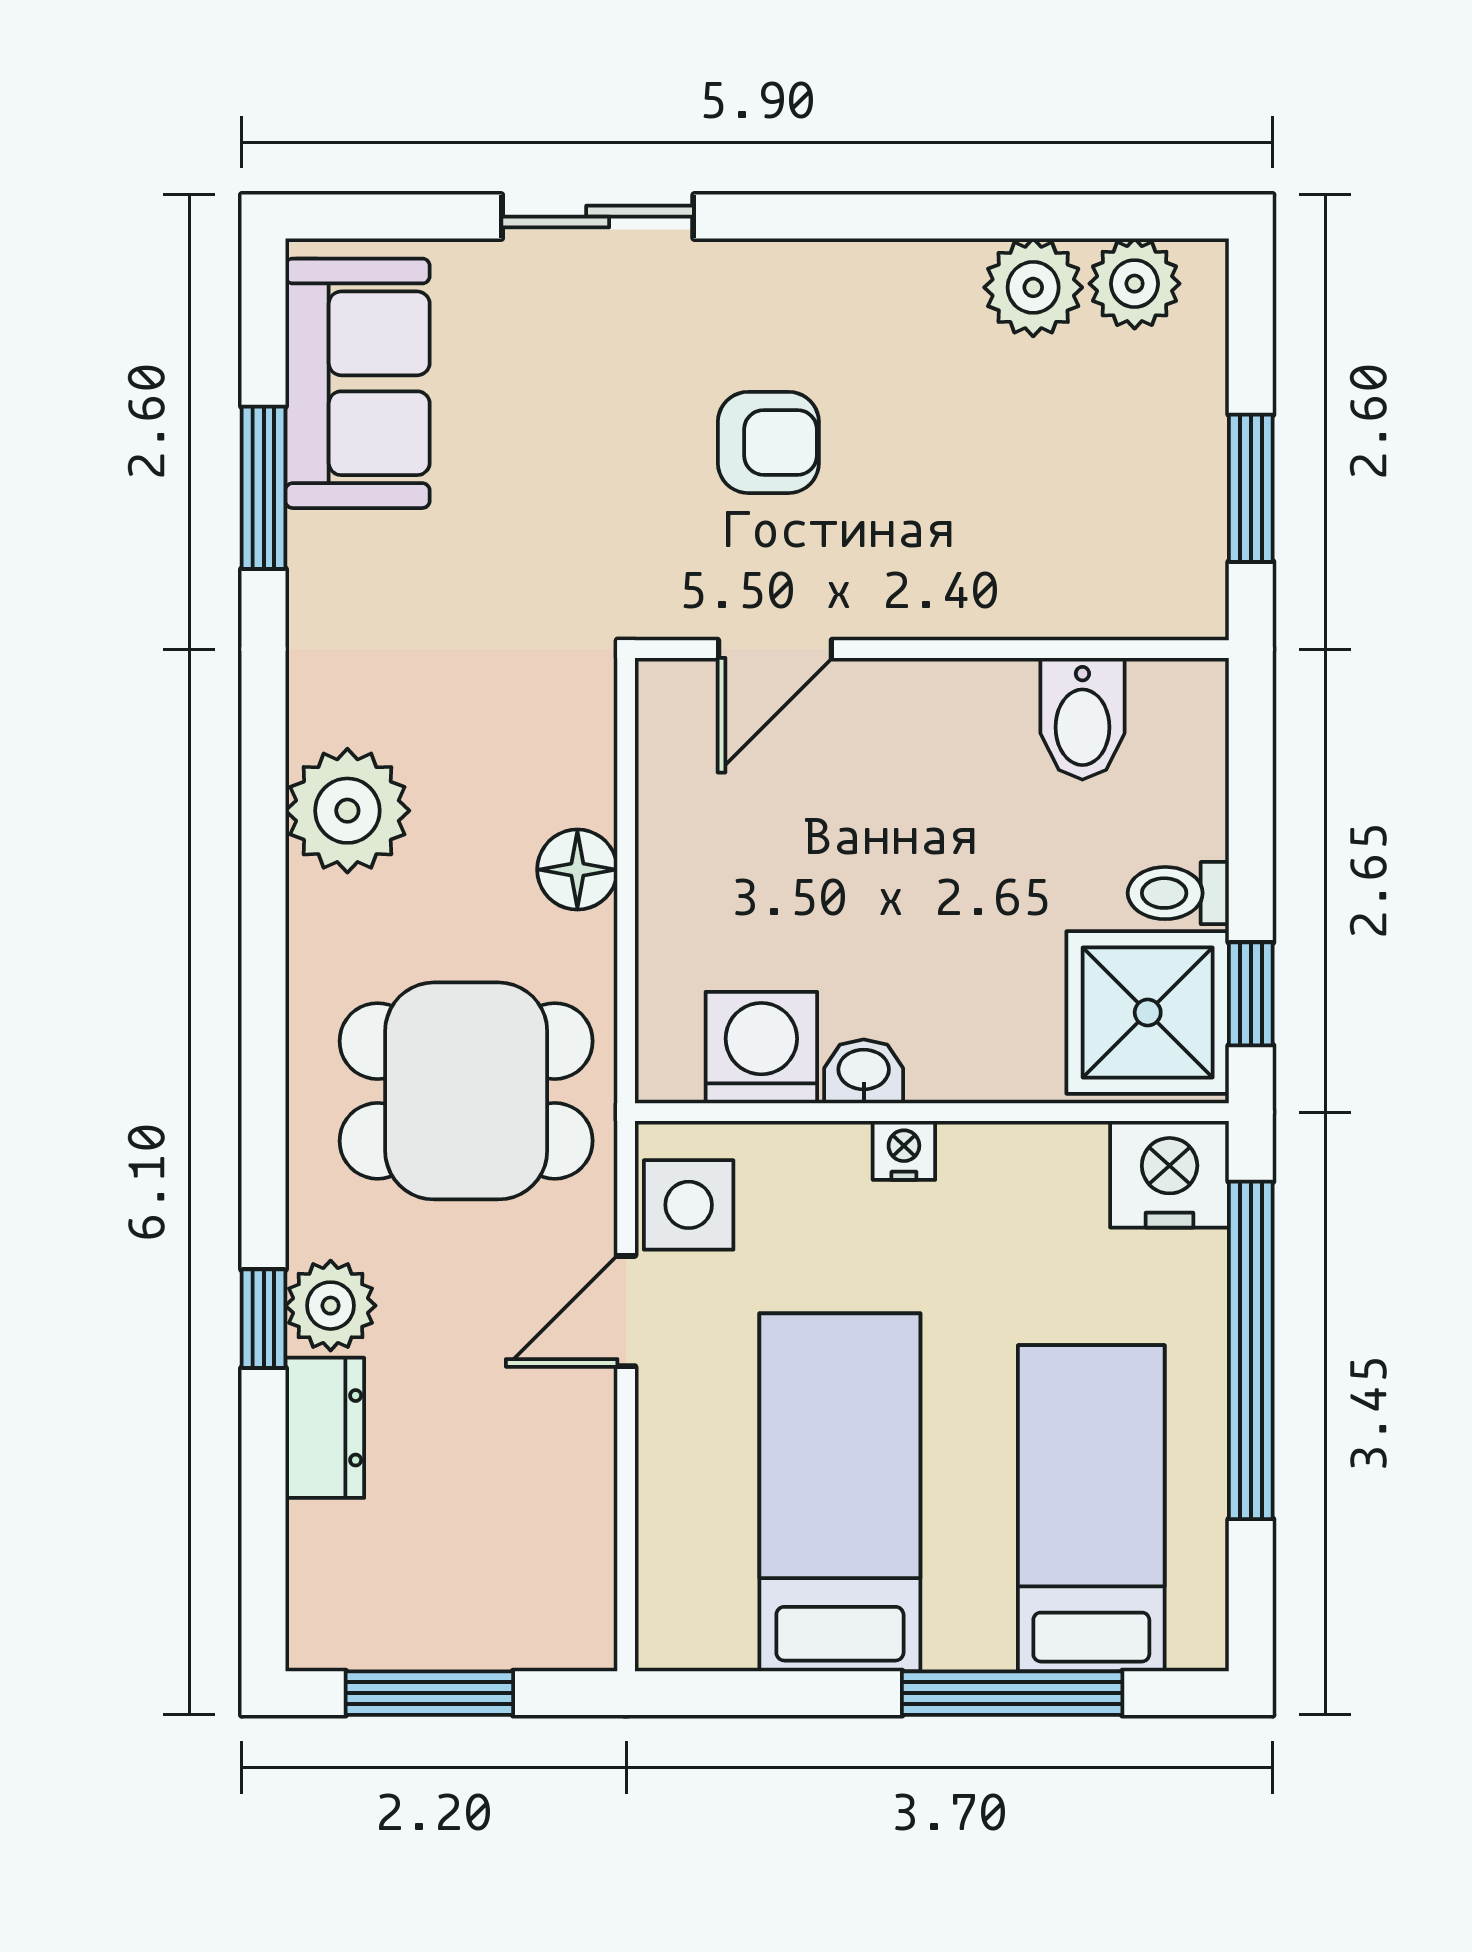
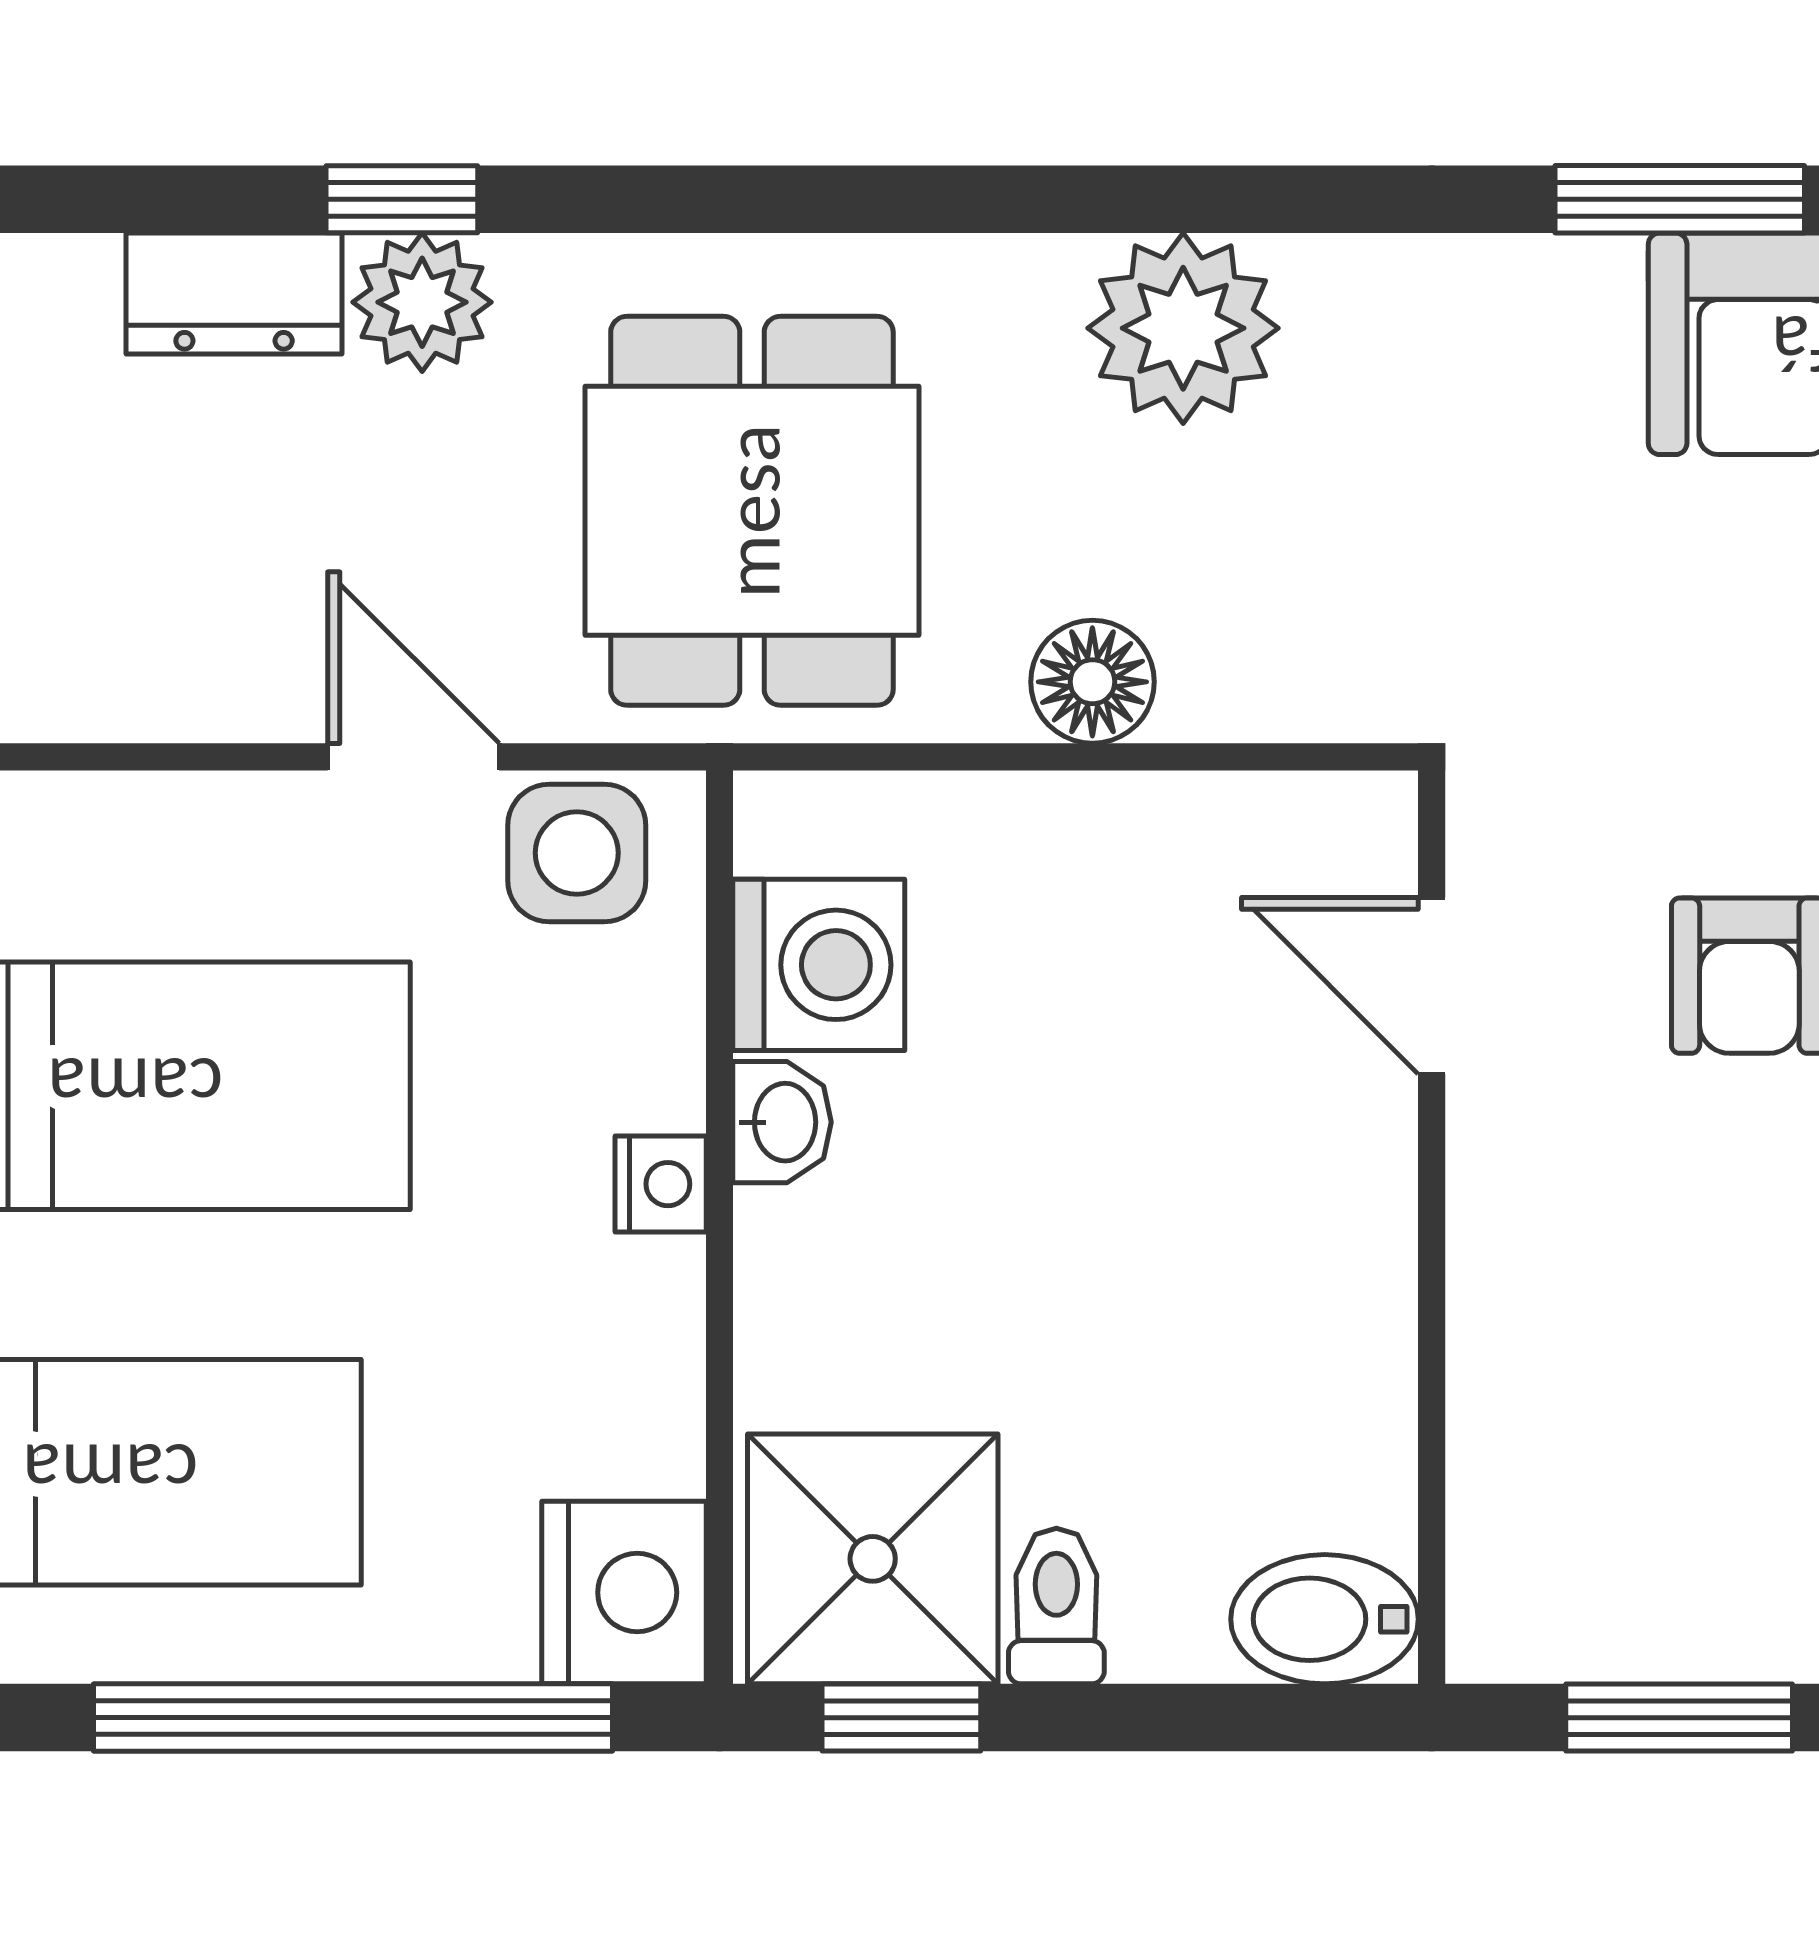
bidet: (1082, 719) -> (1325, 1619), moved

